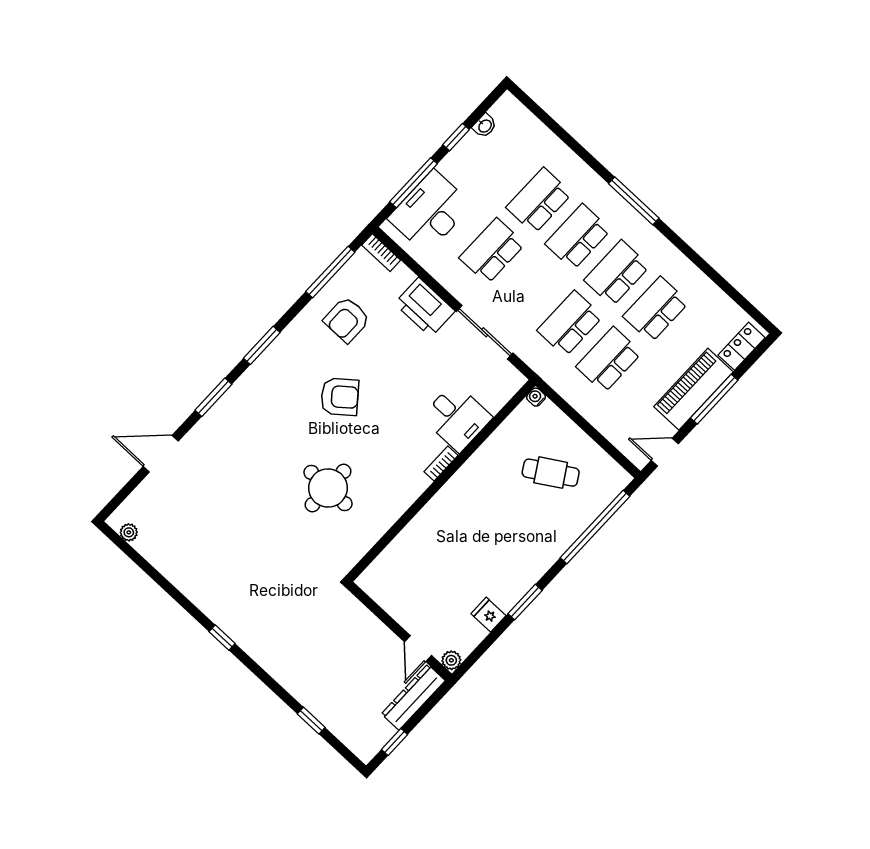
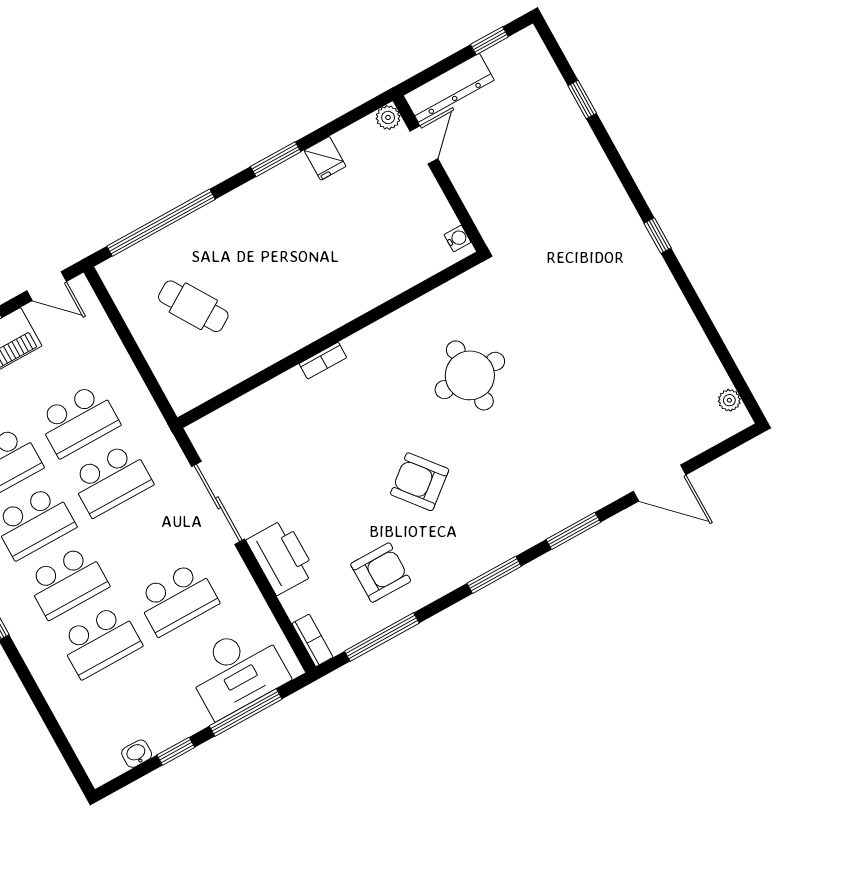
water cooler: (536, 397) -> (457, 238), moved, turned -90
desk: (457, 417) -> (286, 411), removed

